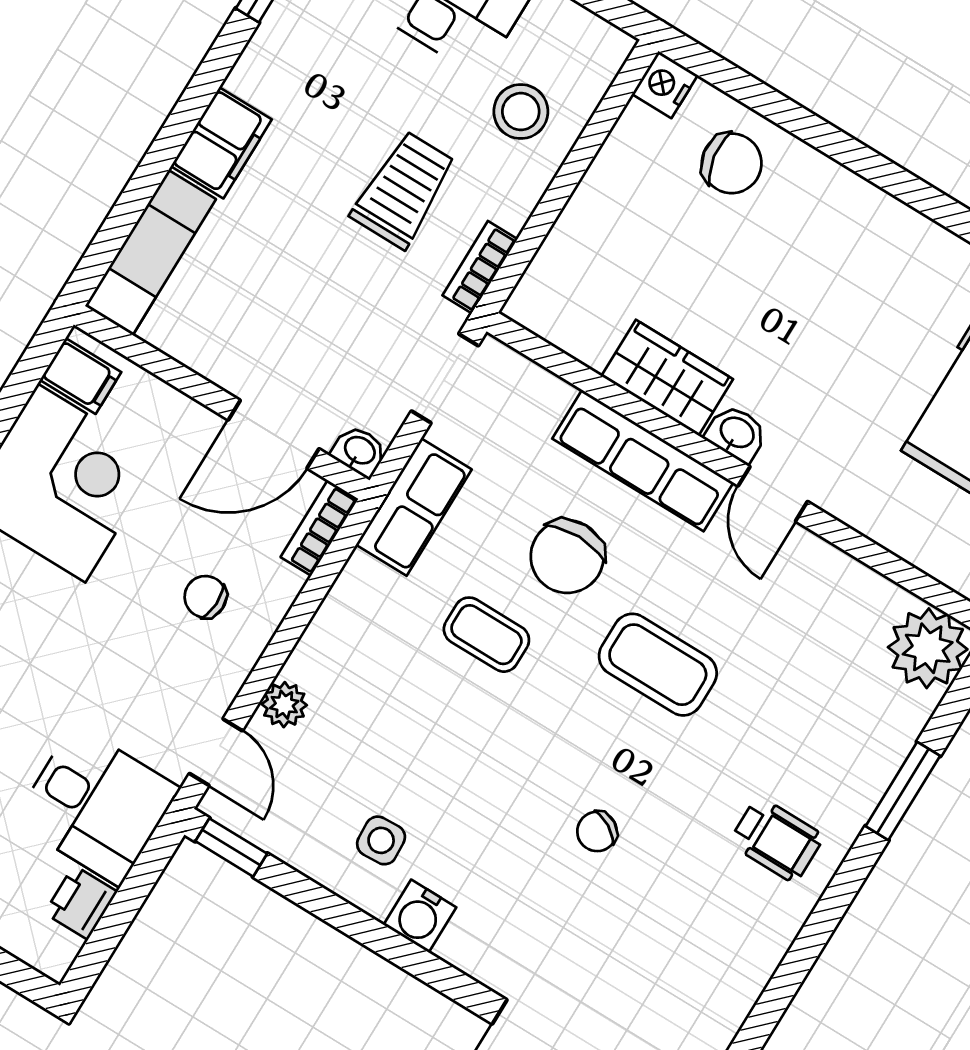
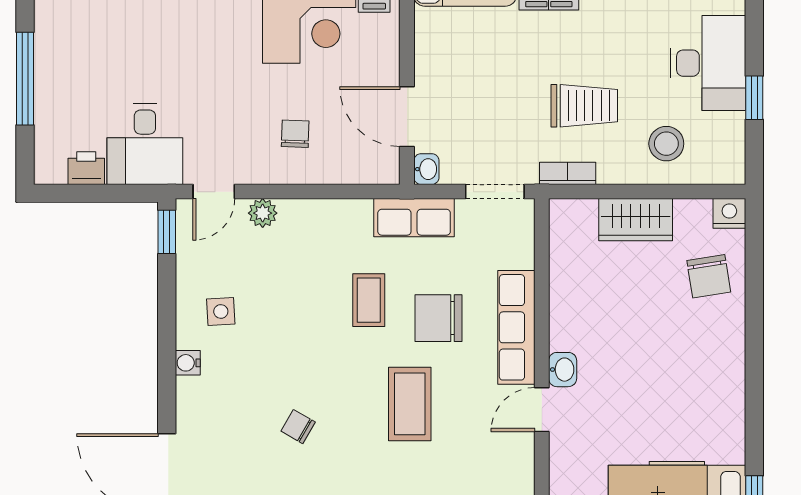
wardrobe: (667, 378) -> (636, 220), moved, turned 90
bookcase: (319, 528) -> (371, 173), removed
water cooler: (420, 916) -> (188, 363), width x0.72, depth x0.72

